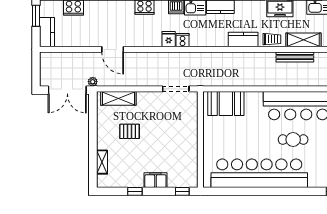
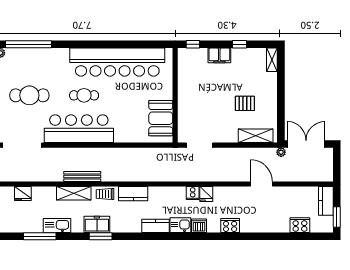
booth: (226, 103) -> (161, 118), moved, turned 90
shelving: (102, 162) -> (272, 60), moved

